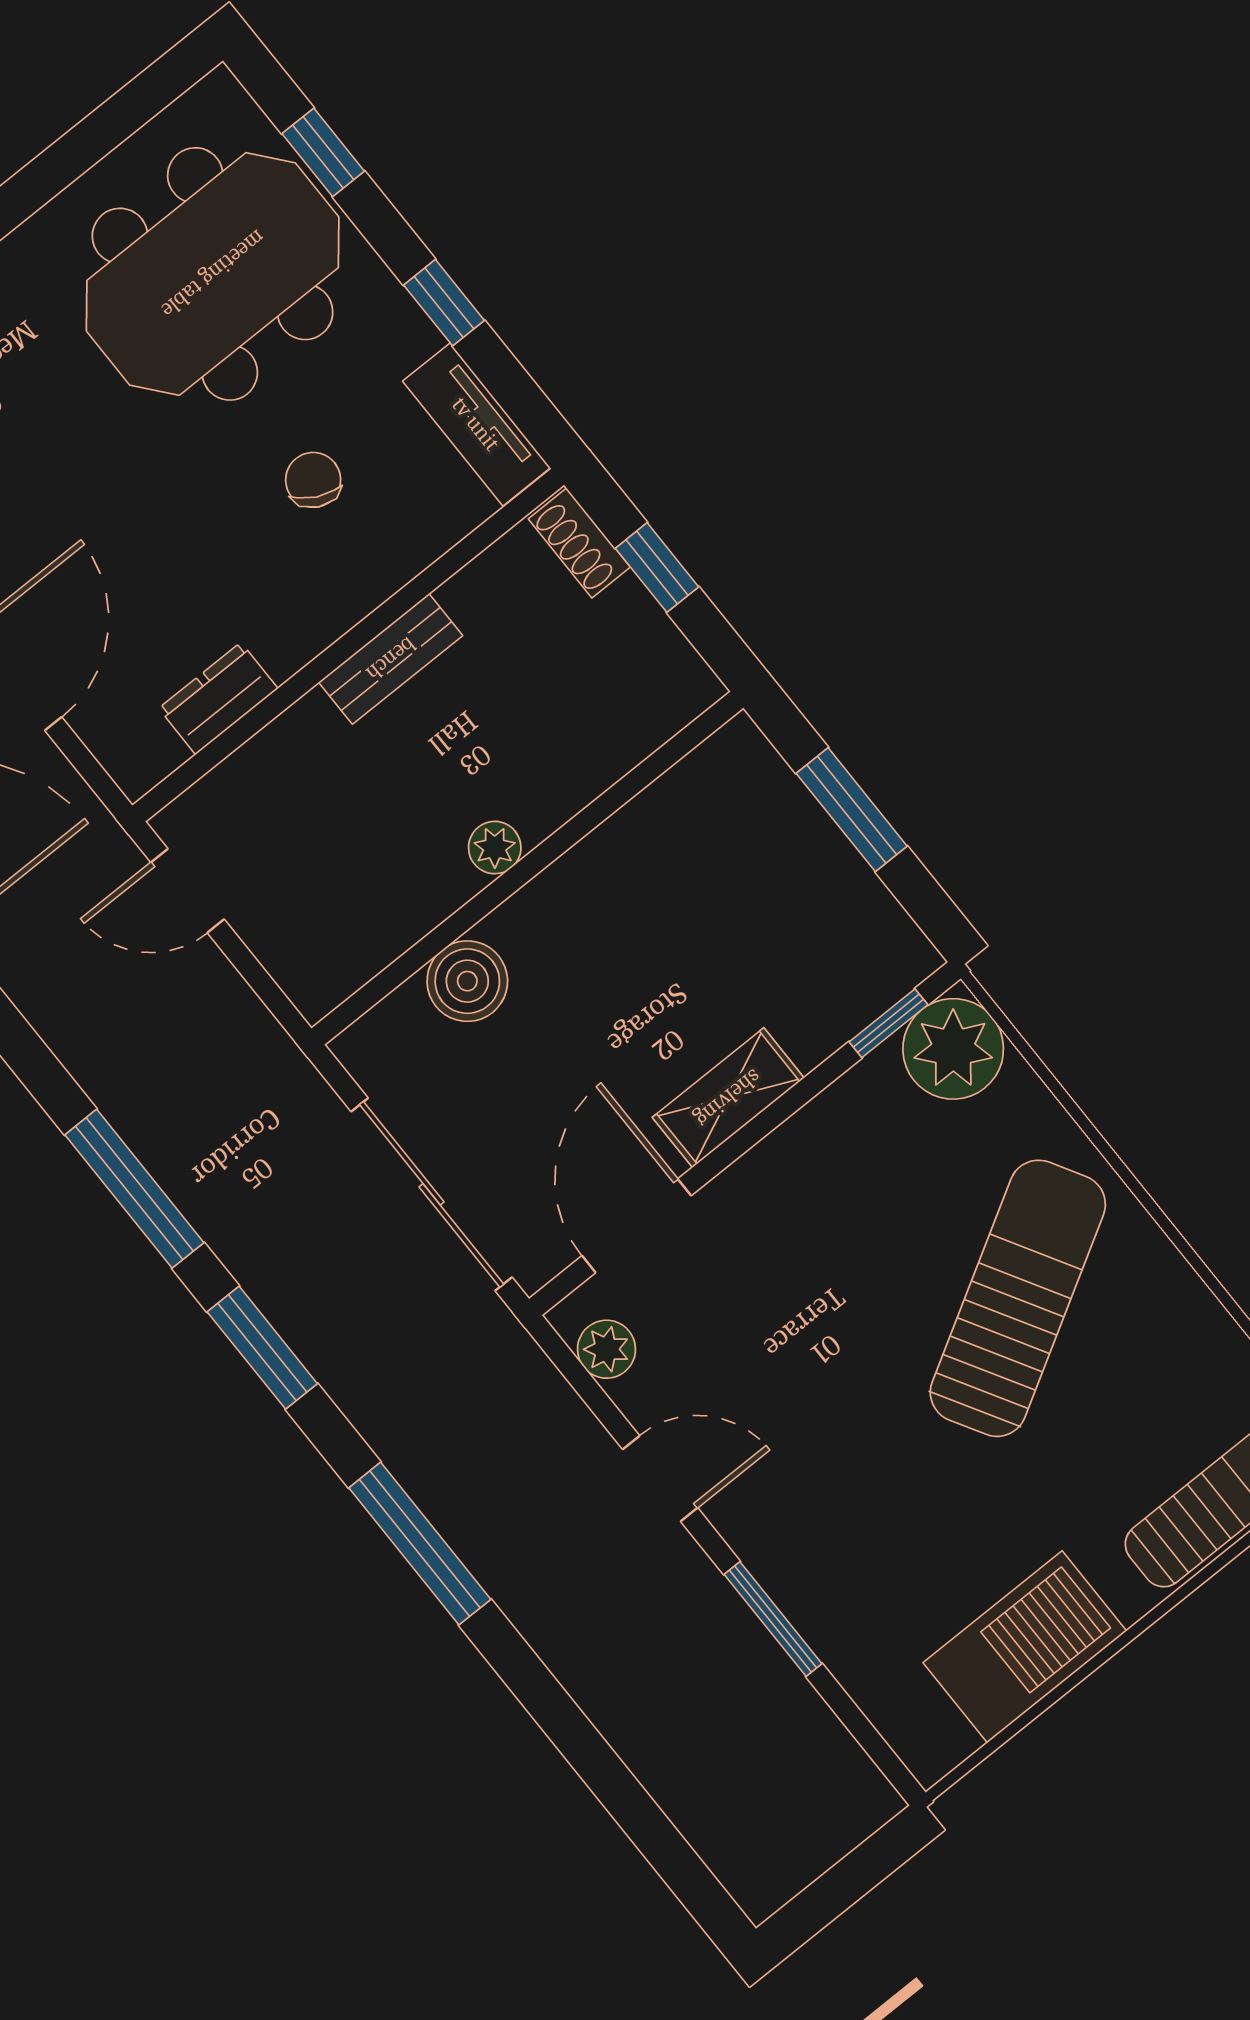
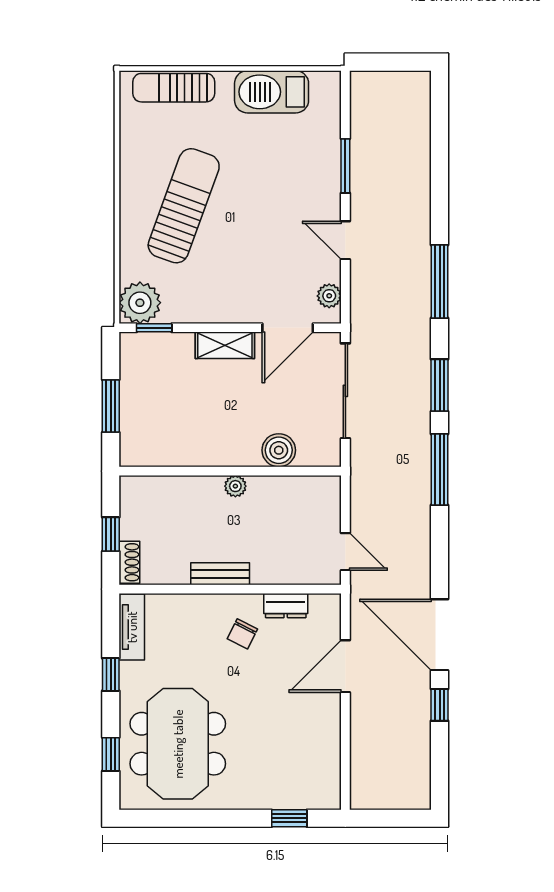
meeting table: (213, 274) -> (178, 744), turned 90
chair: (313, 480) -> (242, 634), moved
sun lounger: (1018, 1298) -> (184, 206), turned 140

